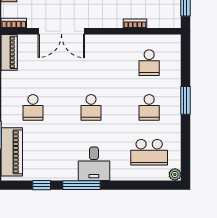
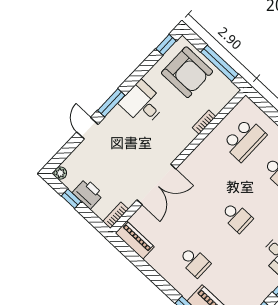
school desk: (149, 63) -> (244, 140), width x1.85

